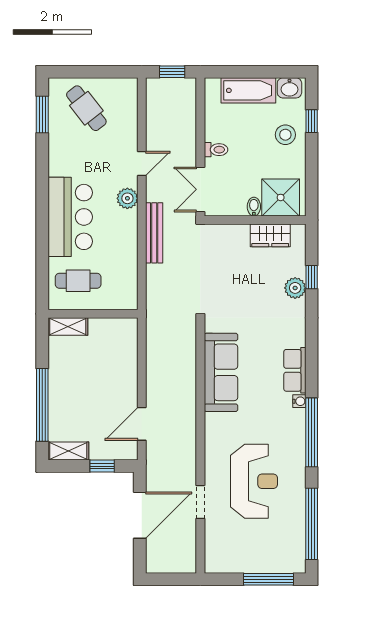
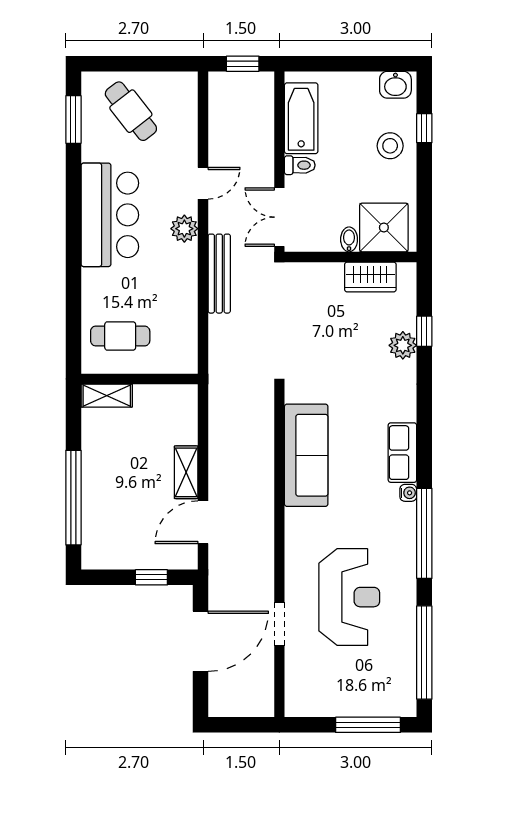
bathtub: (248, 90) -> (301, 118), moved, turned -90
bar counter: (70, 217) -> (110, 215), moved
shelving: (68, 451) -> (186, 472), moved, turned 90

